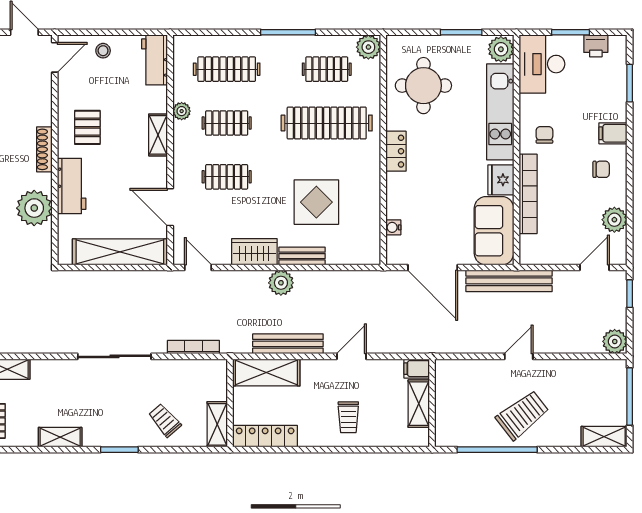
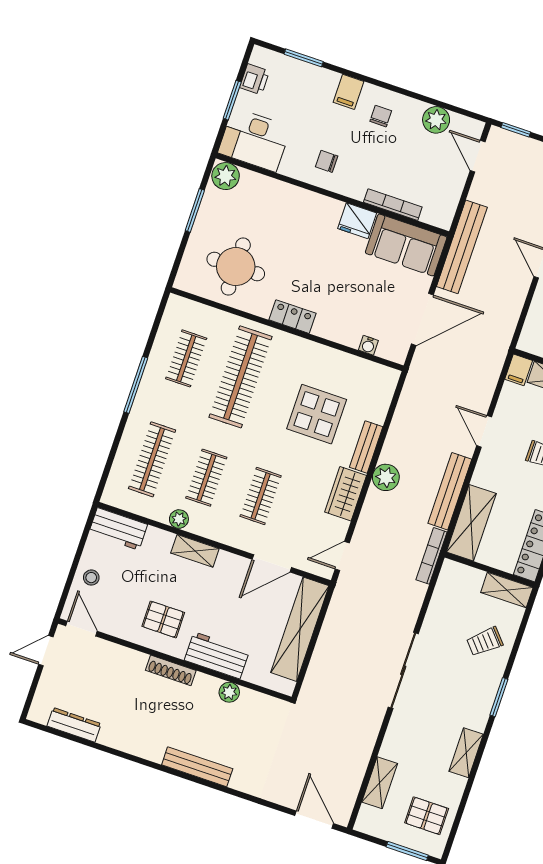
plant: (368, 47) -> (178, 309), removed
kitchen unit: (500, 112) -> (288, 198), removed
bookcase: (528, 194) -> (393, 205), width x0.68, depth x0.76
plant: (34, 208) -> (229, 692), width x0.53, depth x0.53
bookcase: (193, 347) -> (431, 556), moved

